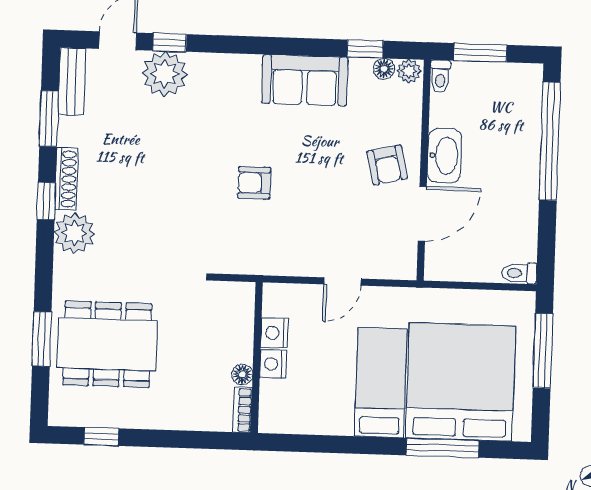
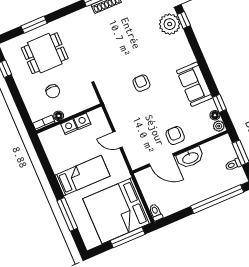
toilet: (440, 76) -> (233, 165), moved
armchair: (387, 165) -> (175, 136), turned 103
plant: (74, 233) -> (85, 18), removed
dining table: (107, 344) -> (45, 53), width x0.73
chair: (189, 363) -> (53, 91), added
bed: (461, 382) -> (117, 211), moved, turned 180

